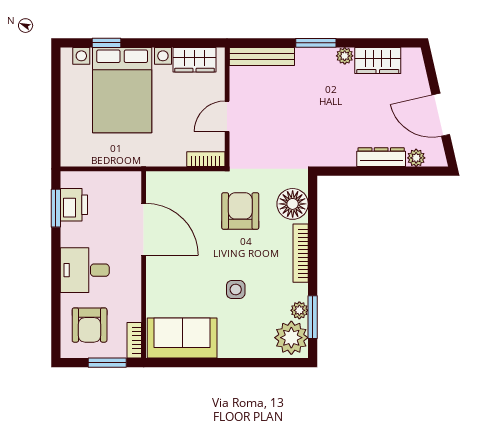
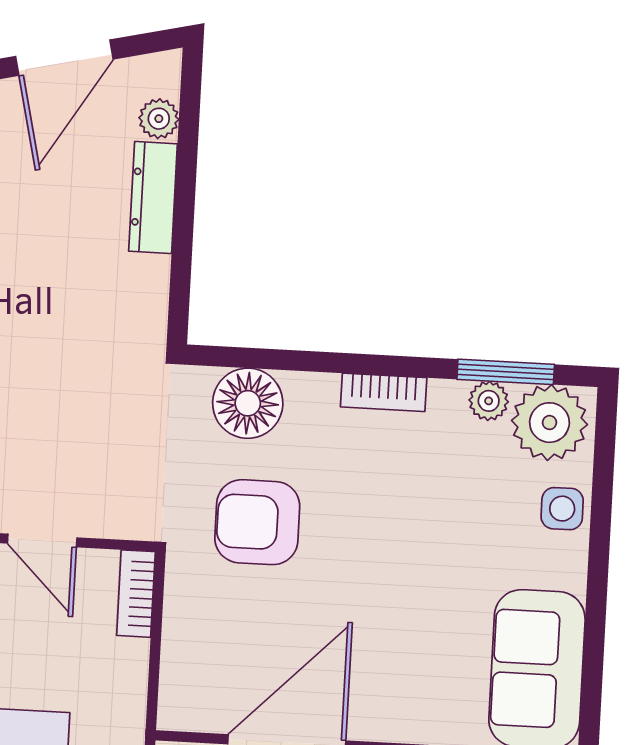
bookcase: (301, 253) -> (384, 392), width x0.64
side table: (236, 289) -> (562, 509), moved

